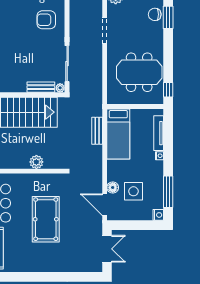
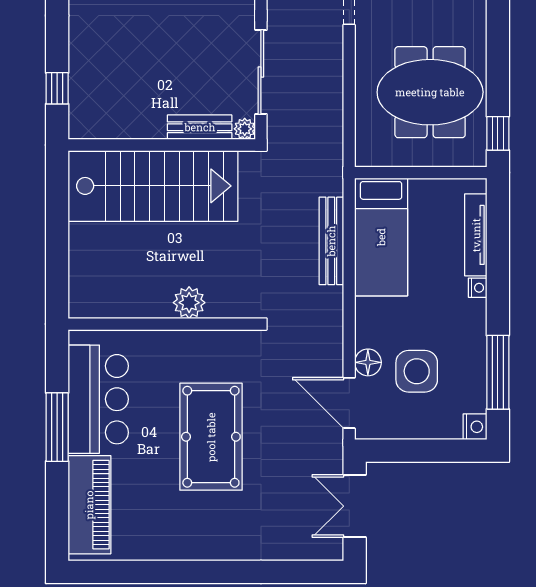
bench: (97, 131) -> (331, 241), width x1.36
double door: (107, 249) -> (355, 506), swing flipped

